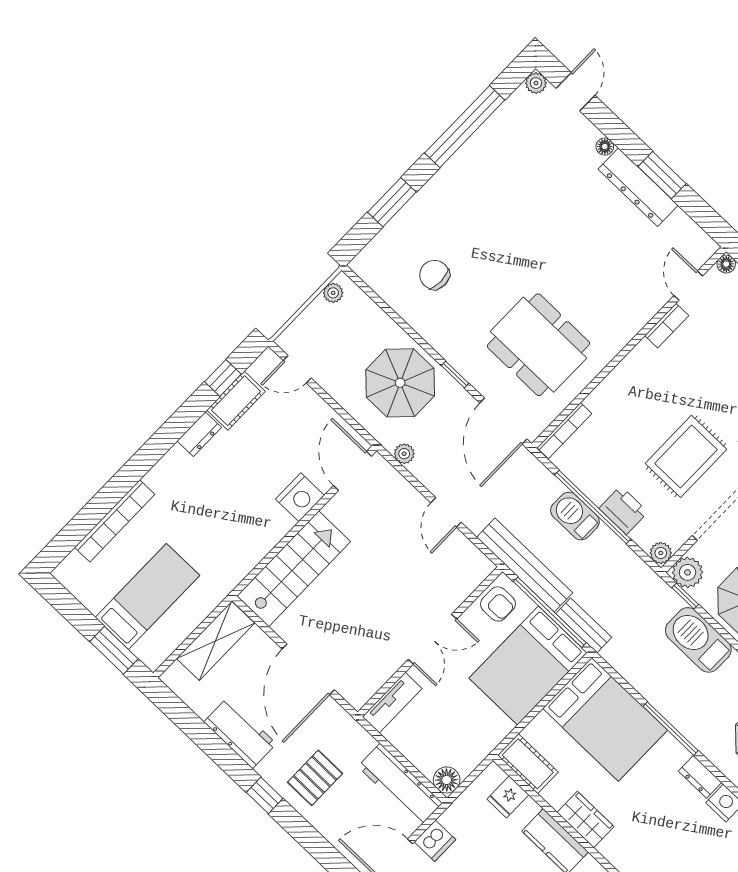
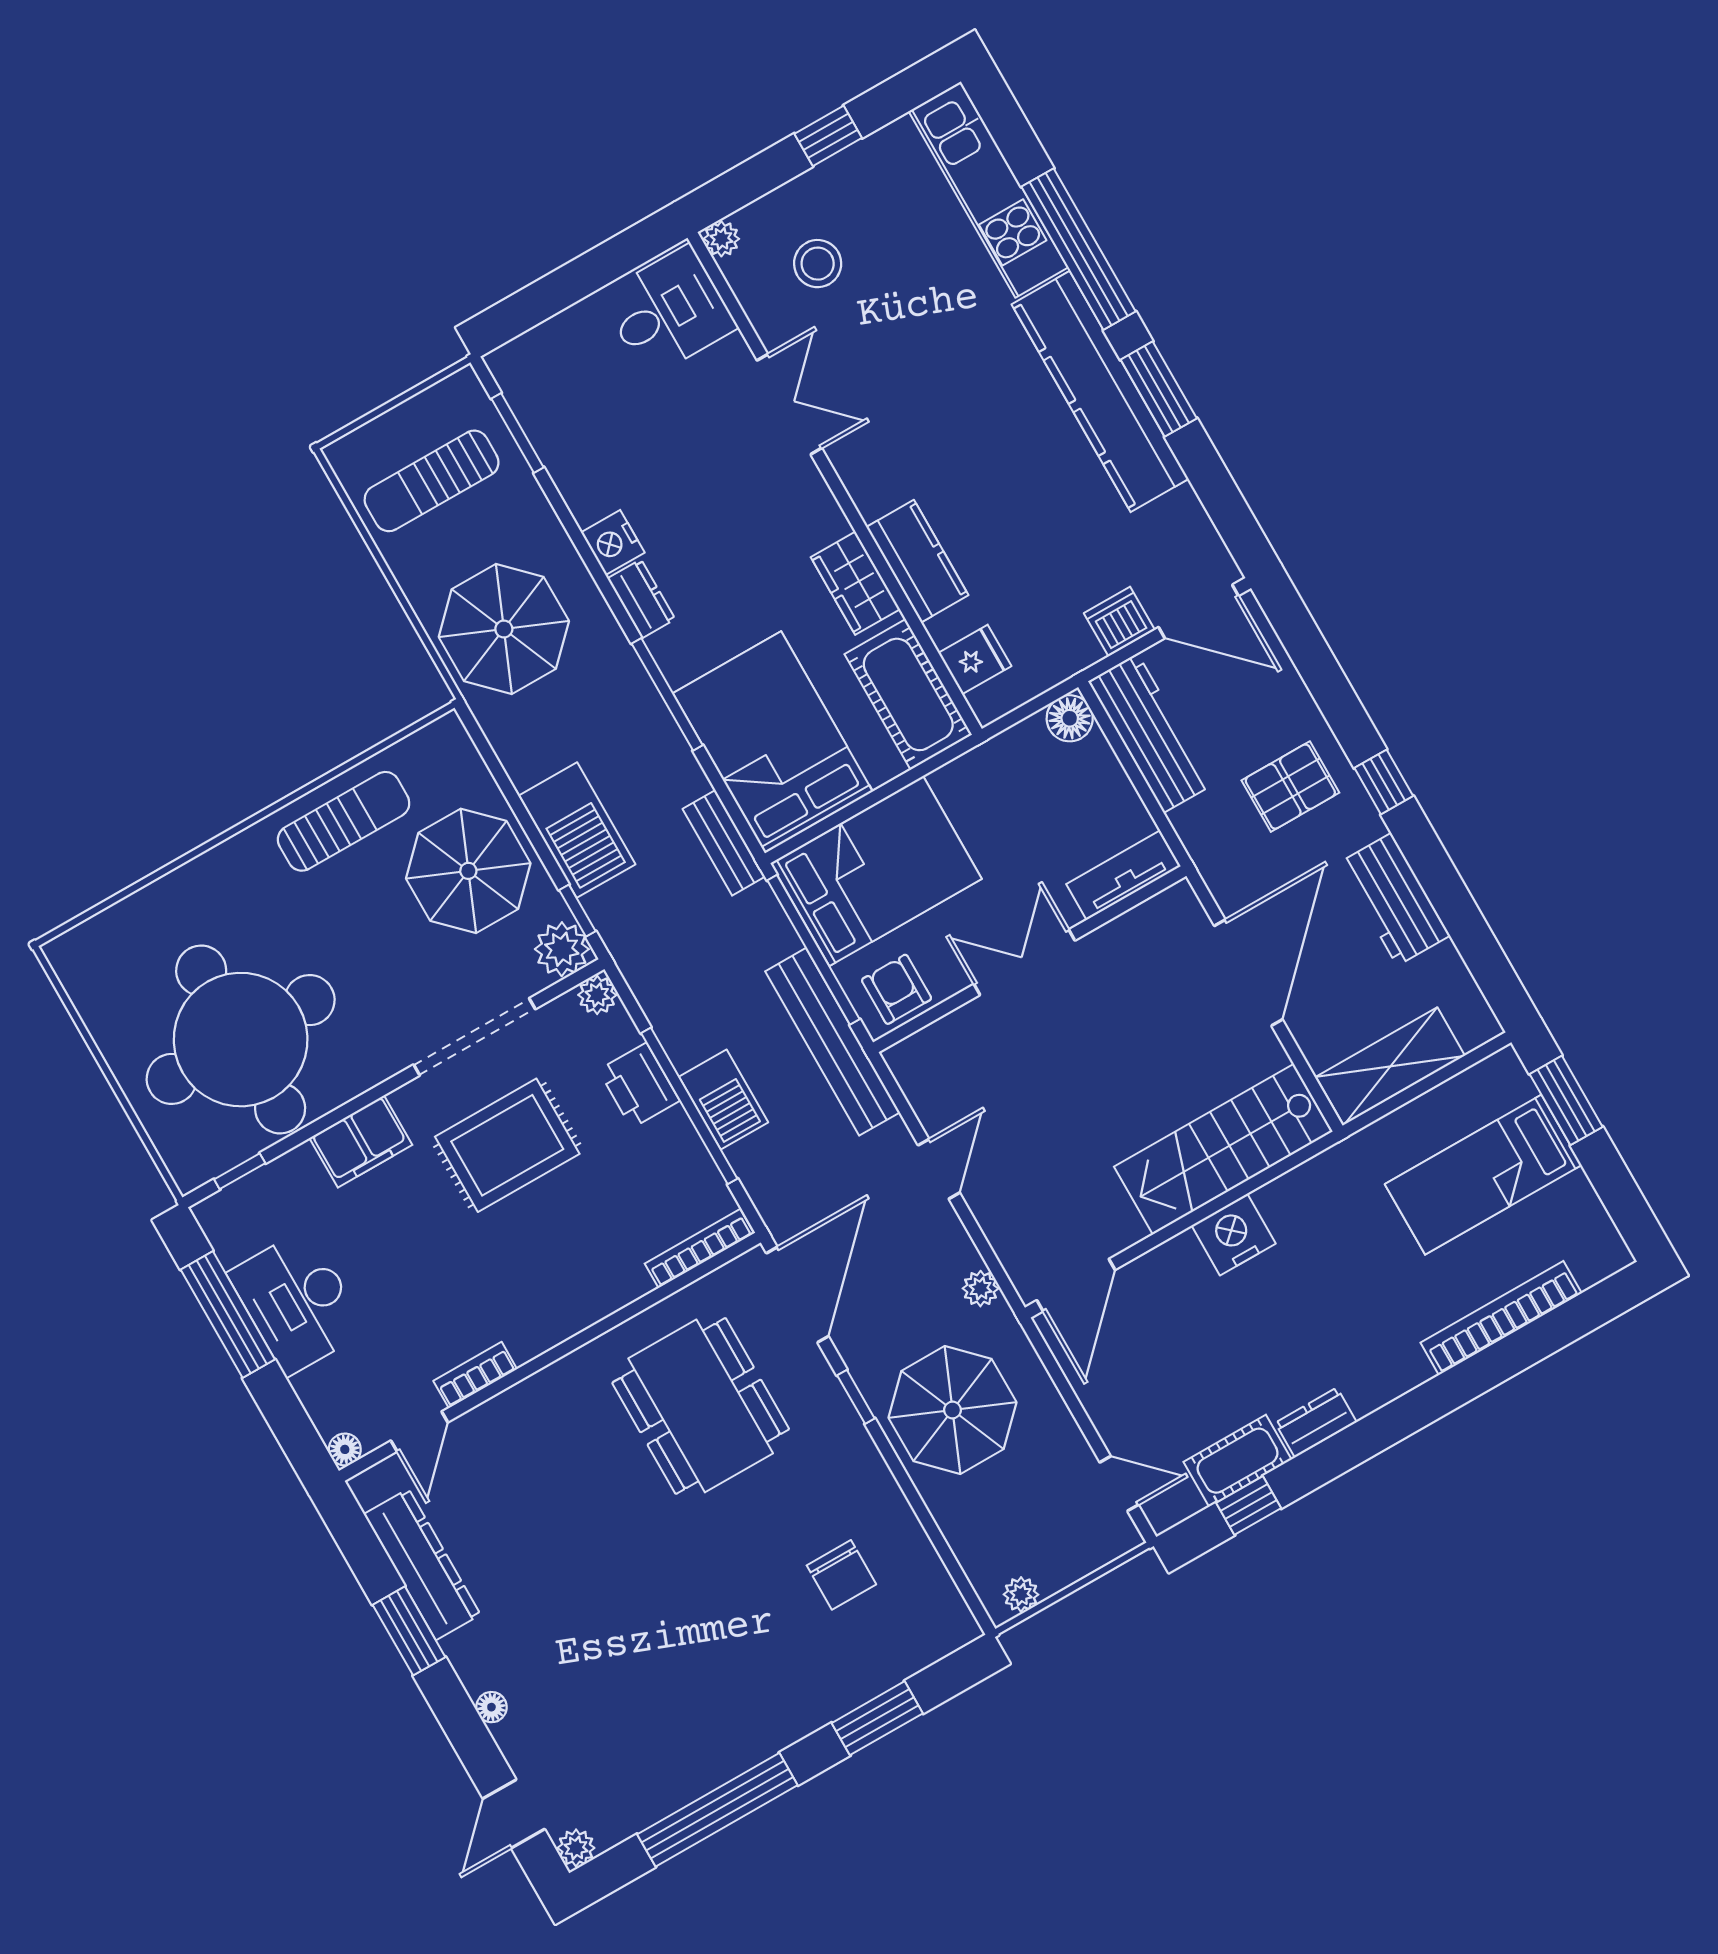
dresser: (638, 187) -> (422, 1564), moved
nightstand: (300, 497) -> (1234, 1234), moved
bench: (584, 625) -> (724, 843), moved
cot: (528, 764) -> (908, 694), width x1.37, depth x1.34

